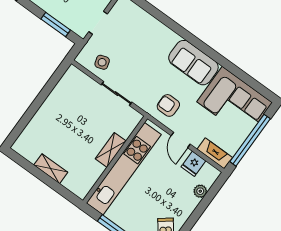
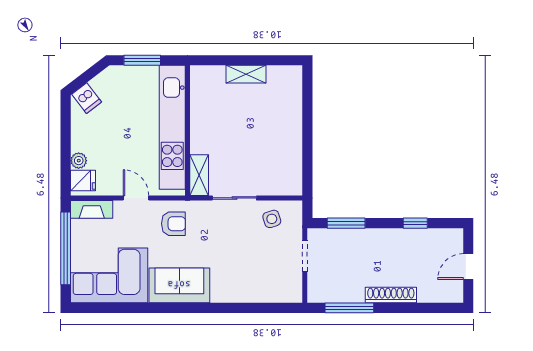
shelving: (111, 150) -> (199, 175), moved
fridge: (193, 164) -> (83, 181), moved, turned 90

